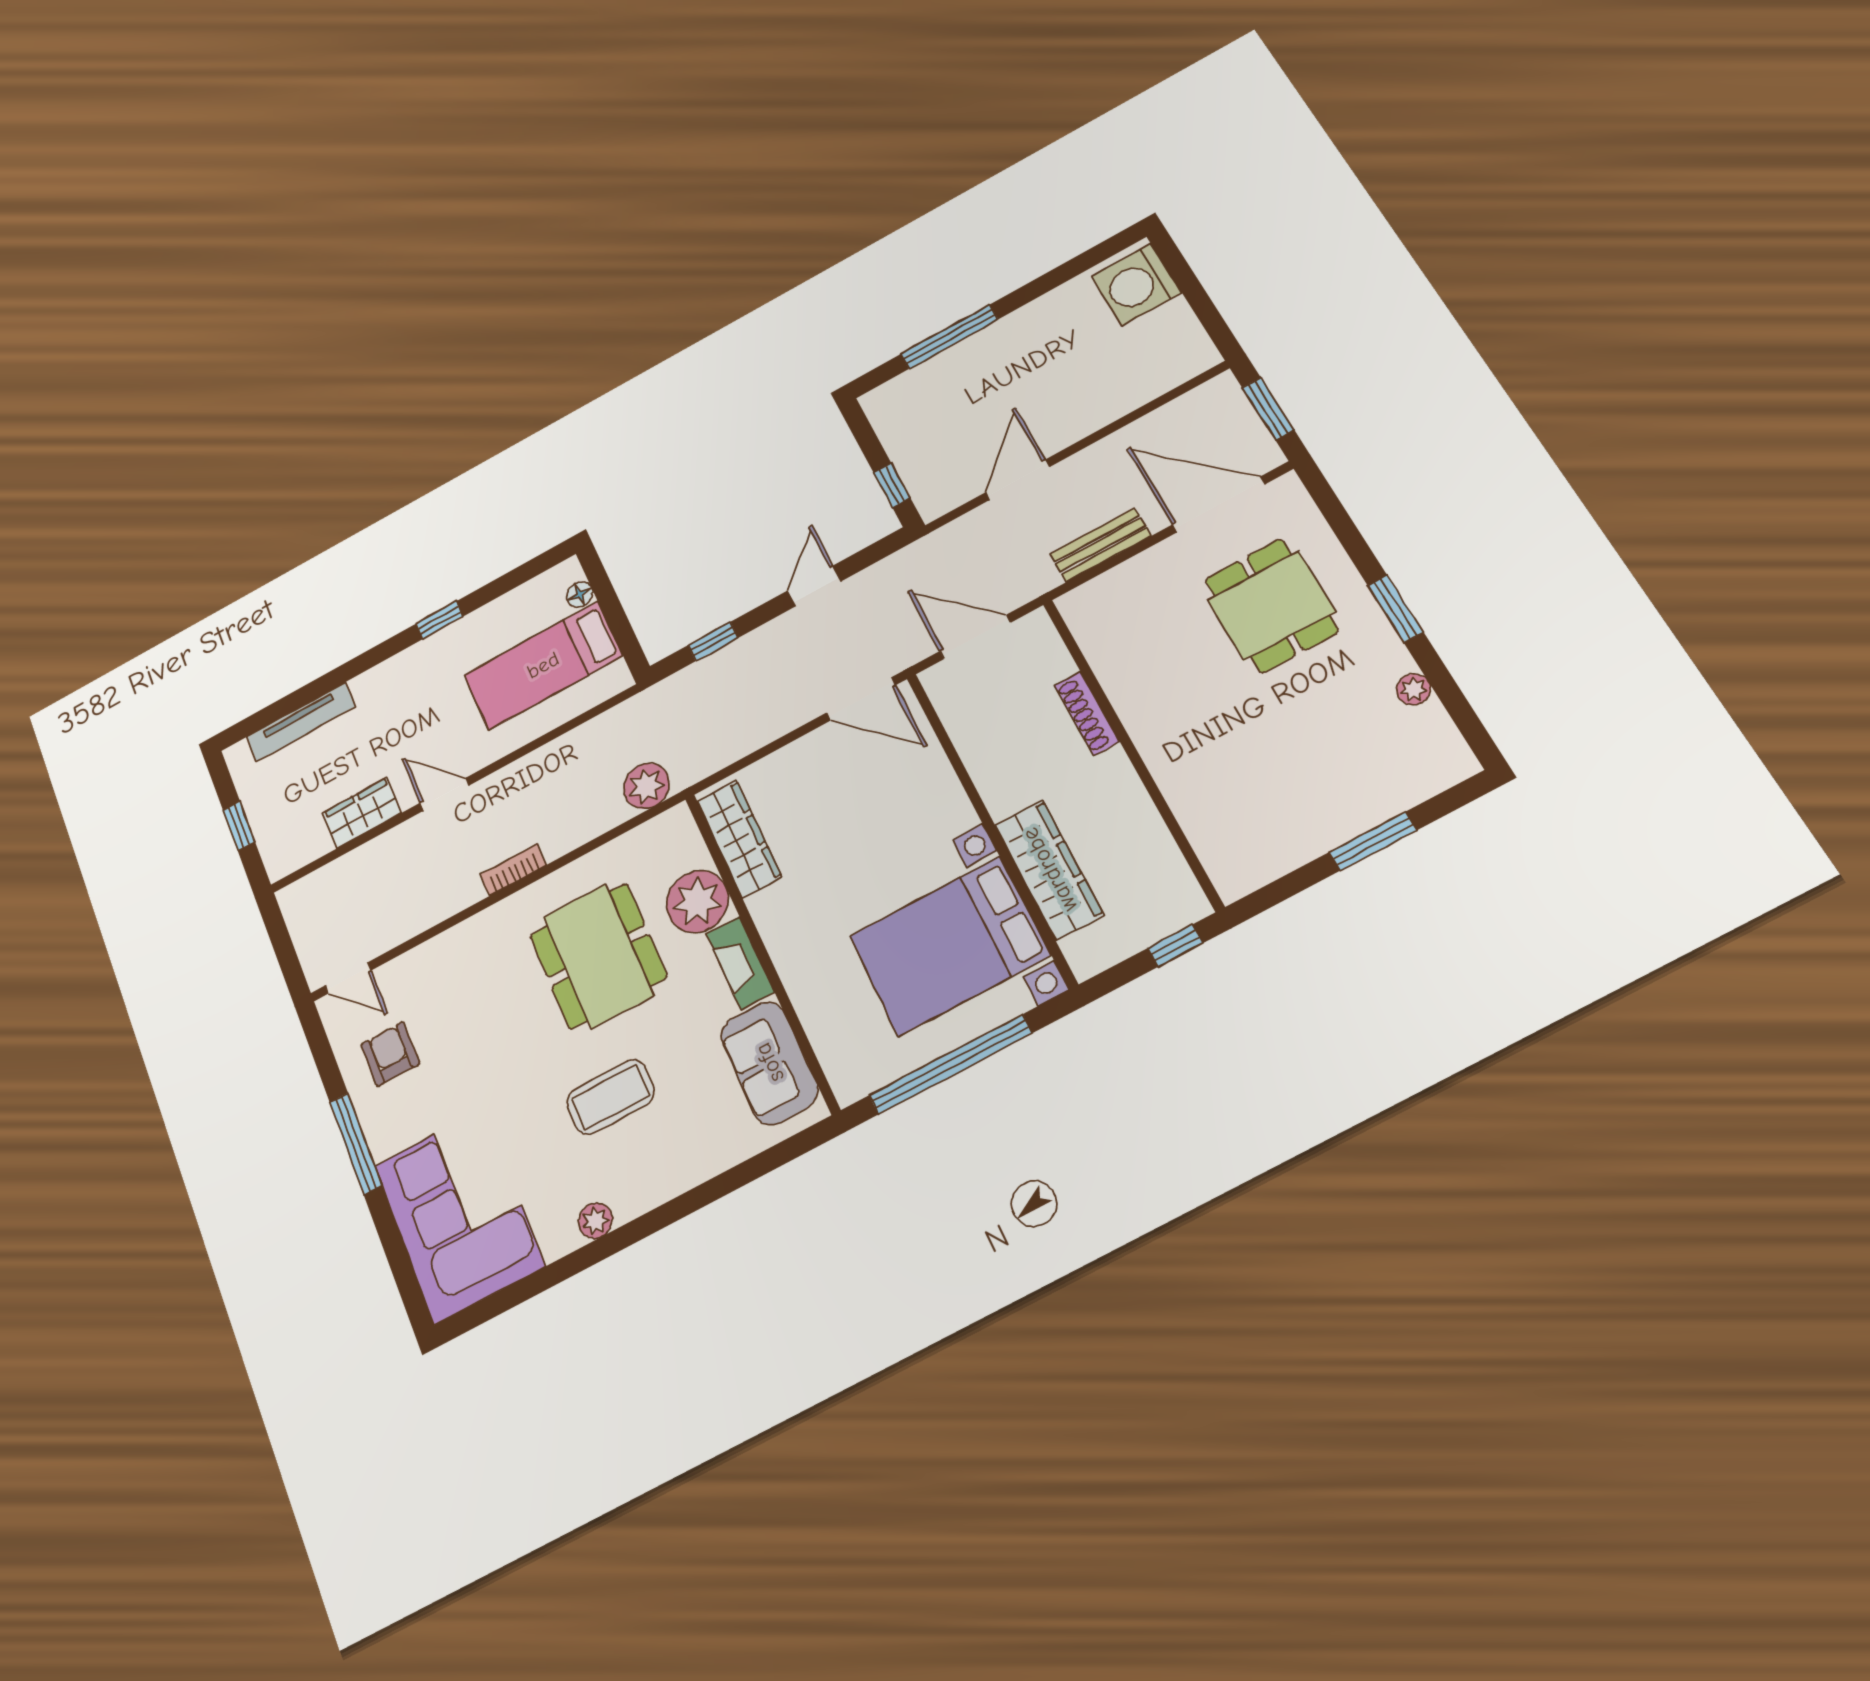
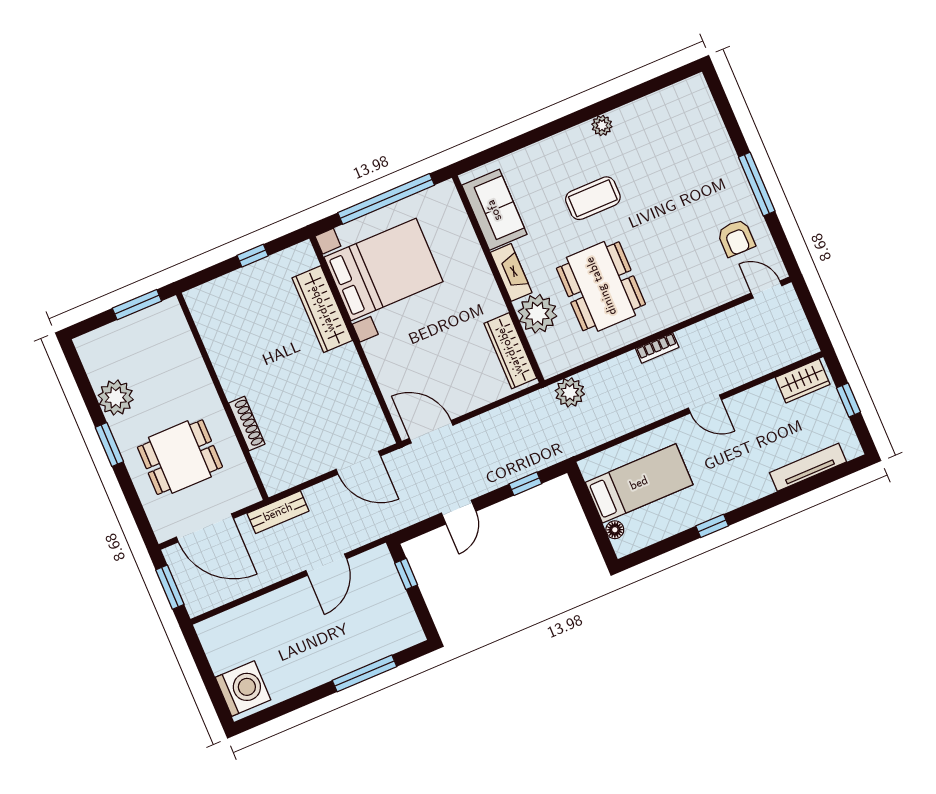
dining table: (1271, 606) -> (180, 457), turned 90
plant: (1413, 689) -> (116, 397), width x1.87, depth x1.87
shoe rack: (1087, 713) -> (247, 424), moved
wall: (1131, 751) -> (222, 396), moved
wardrobe: (362, 813) -> (803, 381), moved
corner sofa: (459, 1215) -> (688, 135), removed

